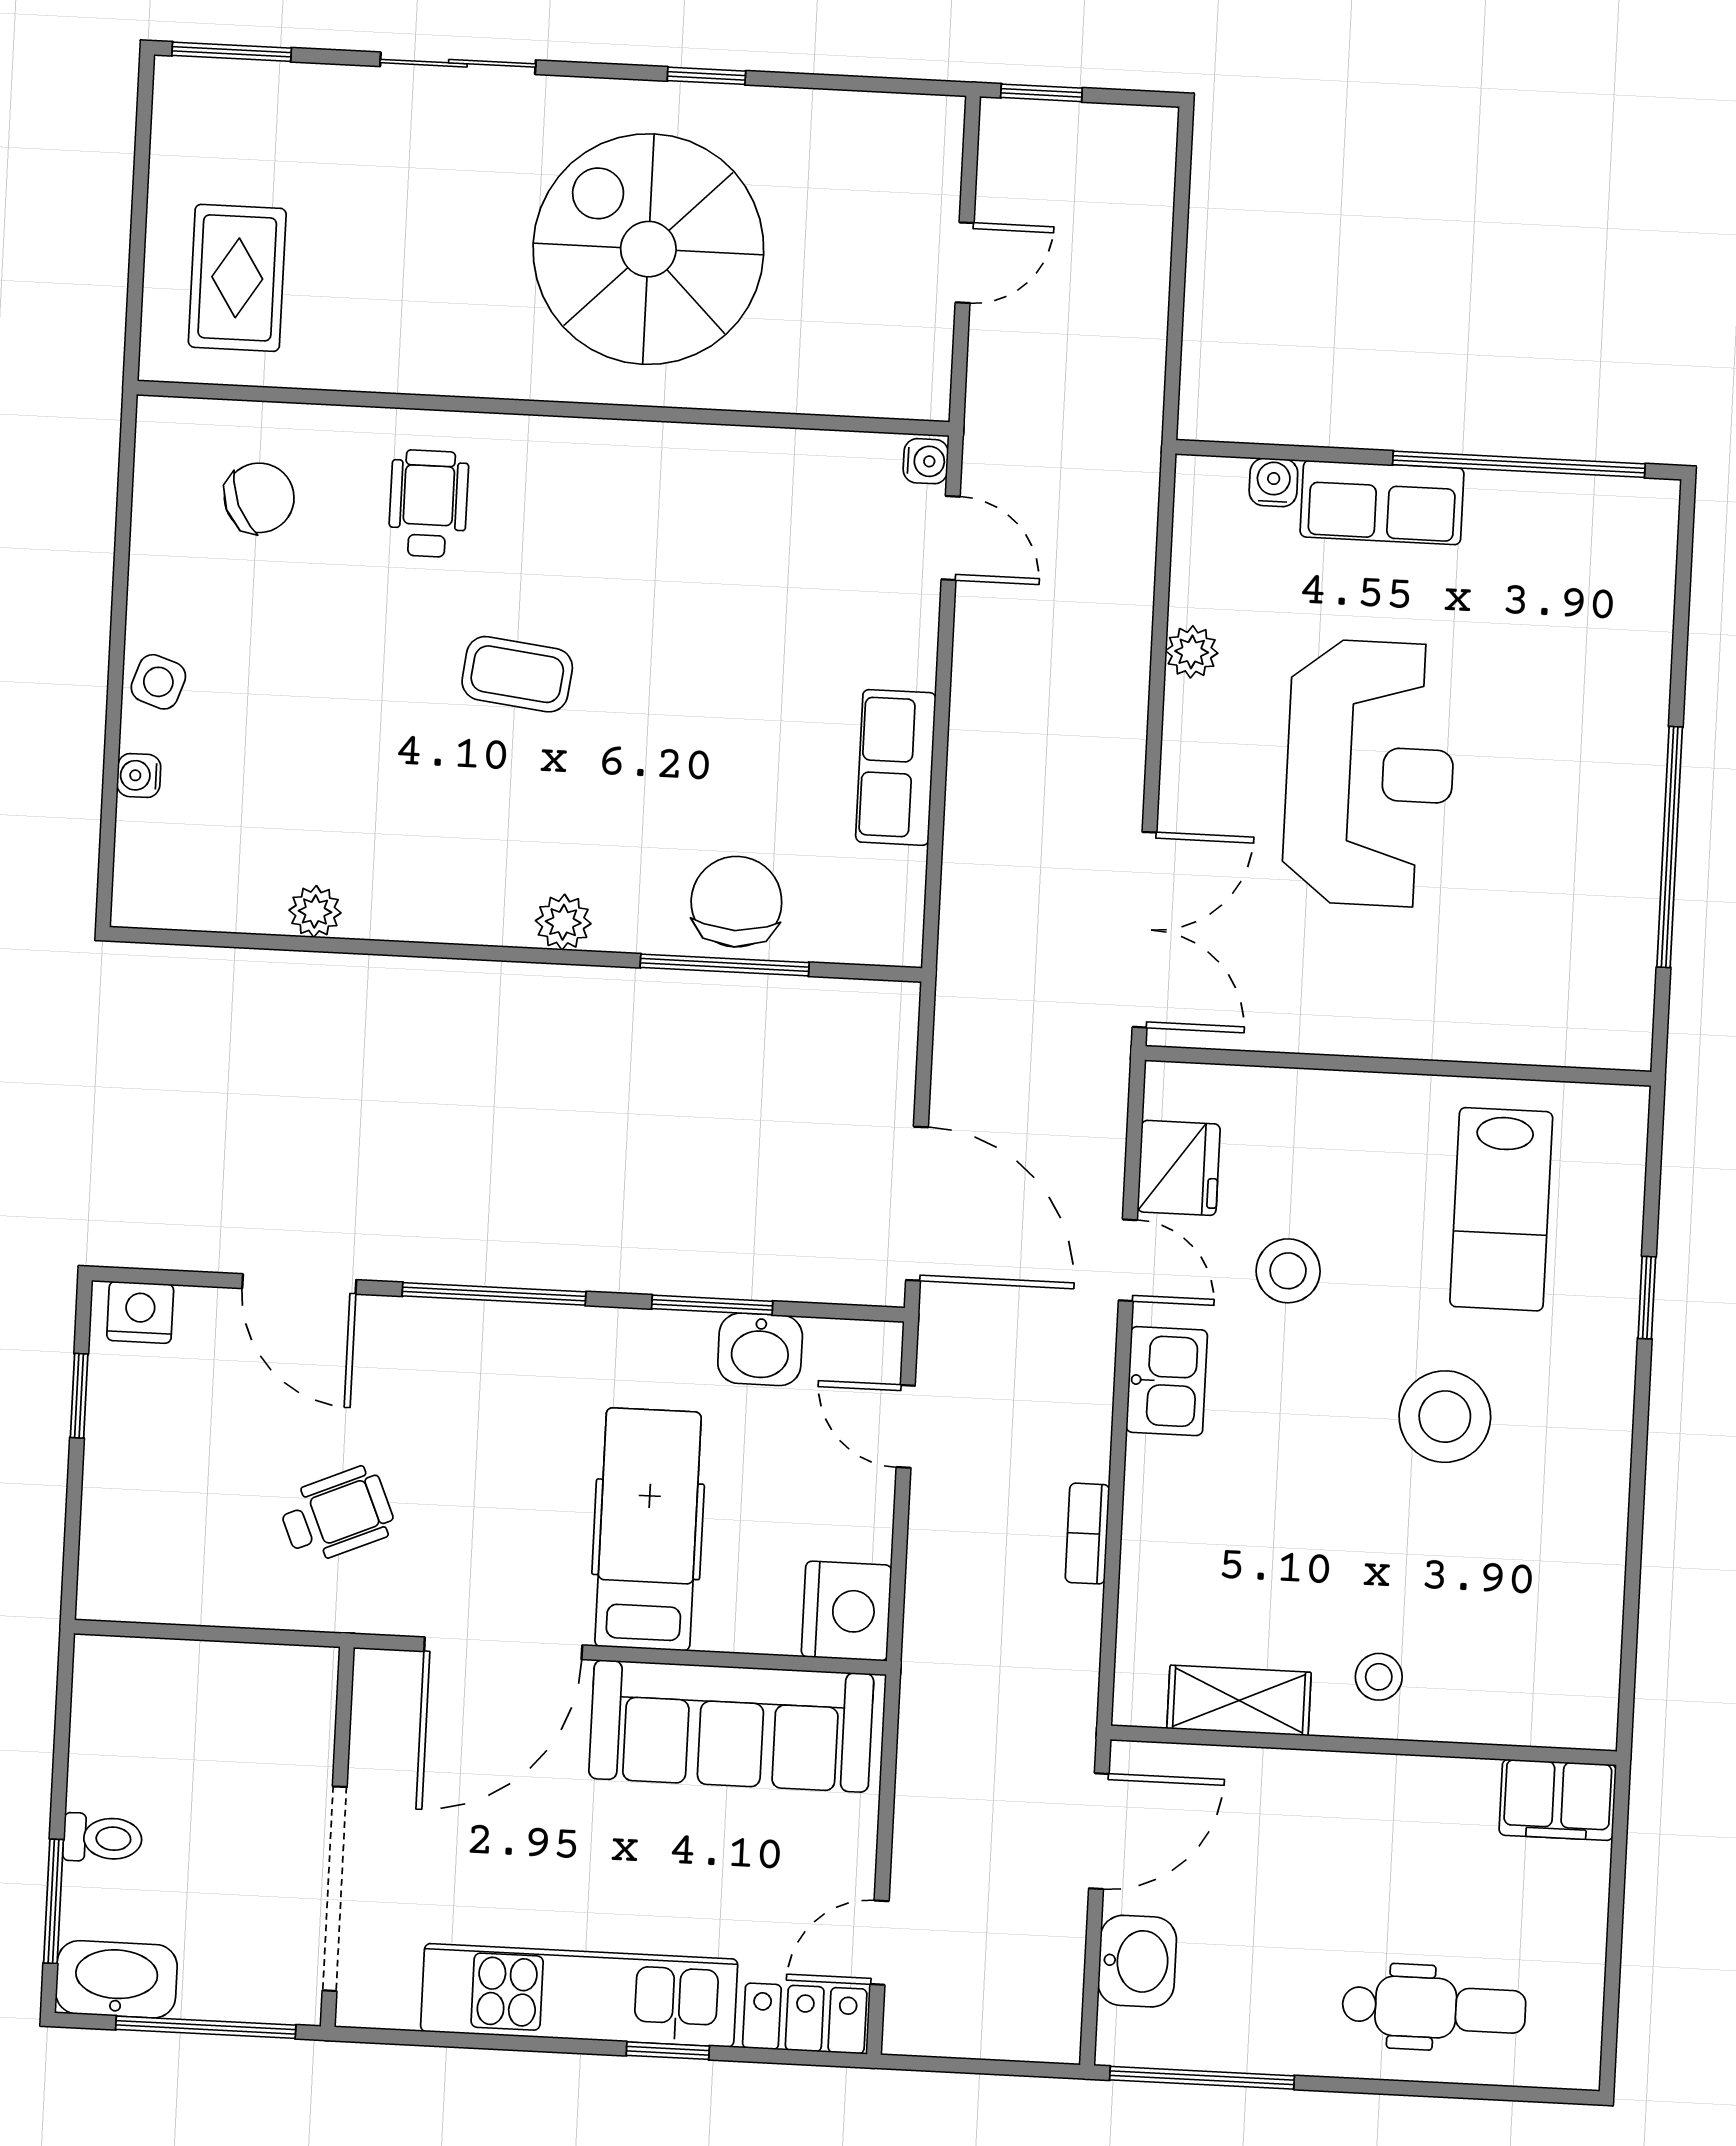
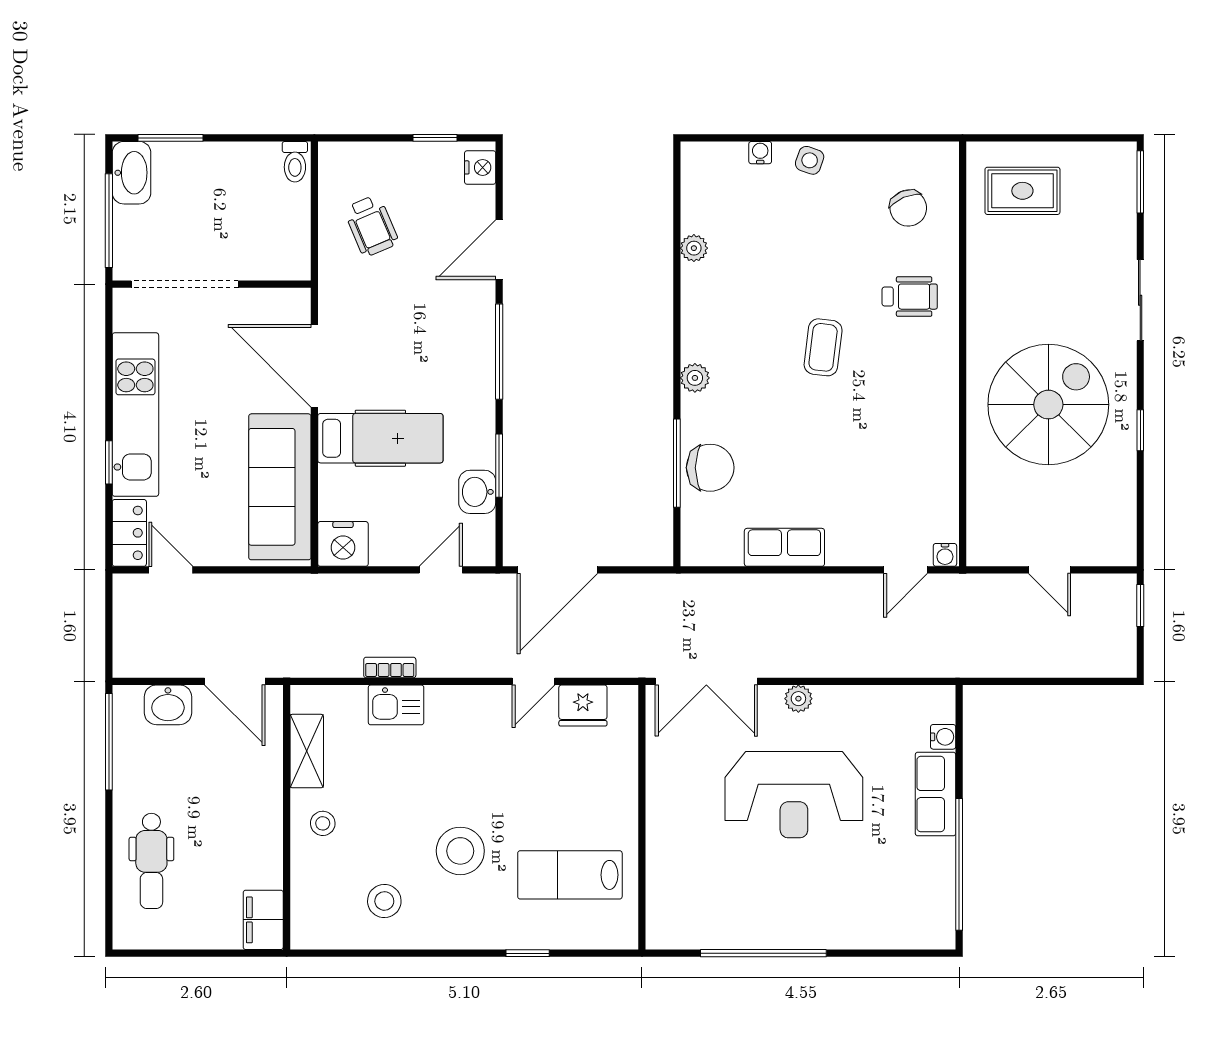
plant: (1192, 652) -> (798, 699), moved
stool: (1288, 1271) -> (384, 901), moved
kitchen sink: (1167, 1381) -> (396, 705), moved
wheelchair: (337, 1515) -> (371, 226), moved
toilet: (102, 1838) -> (295, 162), moved

